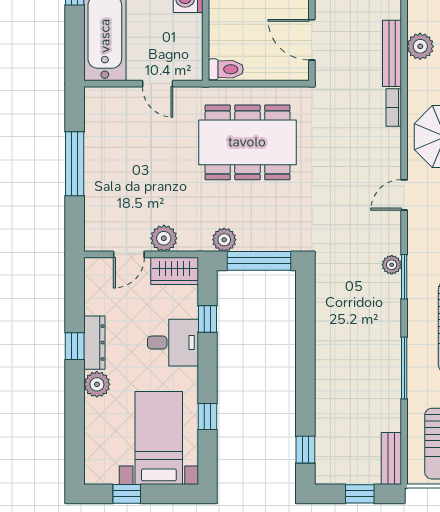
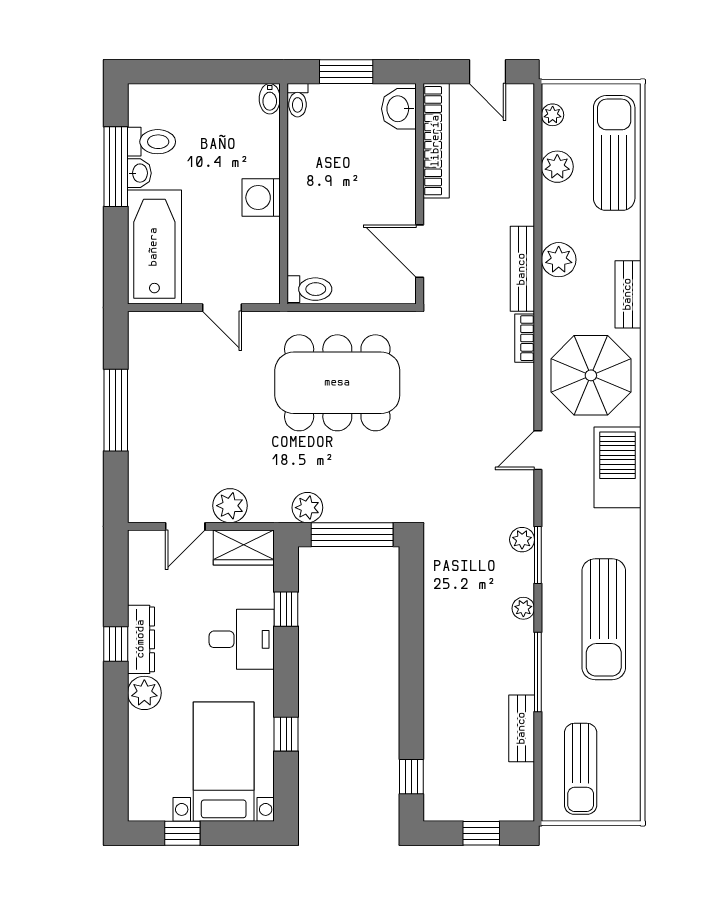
plant: (393, 318) -> (523, 608), added
bench: (391, 458) -> (522, 728), moved

